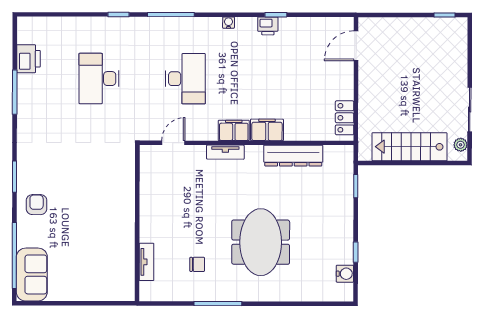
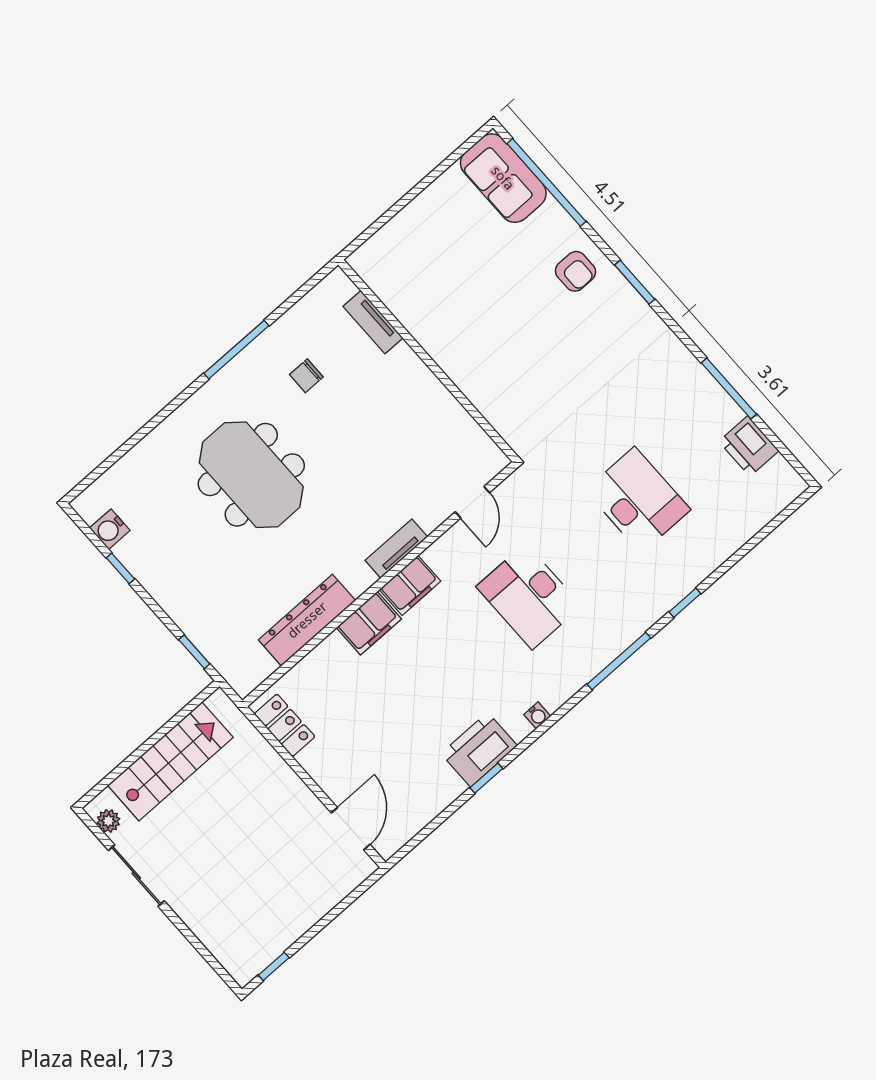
printer: (268, 26) -> (479, 750), width x1.87, depth x1.48

